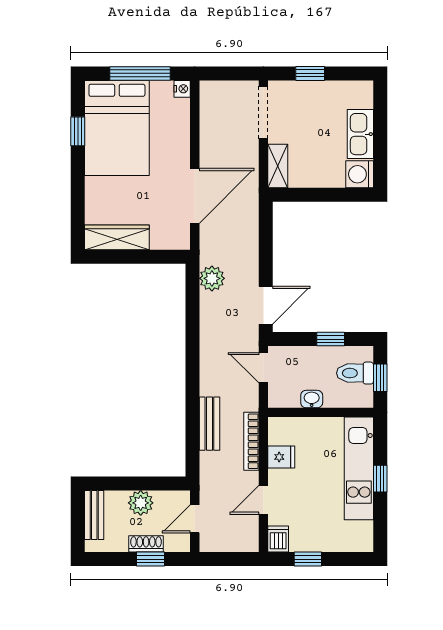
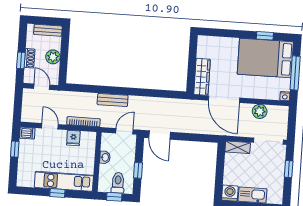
wardrobe: (117, 237) -> (202, 77), moved
plant: (212, 278) -> (260, 111), moved
bench: (209, 424) -> (113, 100), moved

